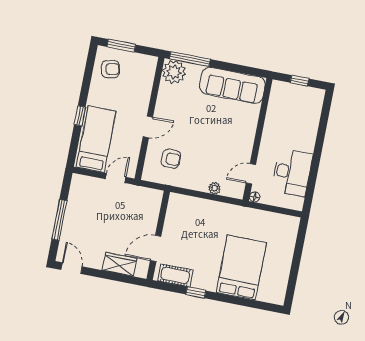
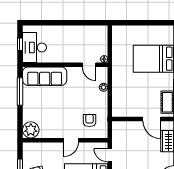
window: (190, 59) -> (20, 91), moved
sofa: (232, 85) -> (45, 76), moved, turned 90
door: (148, 127) -> (71, 140), swing flipped
desk: (292, 172) -> (34, 47), moved, turned -90

